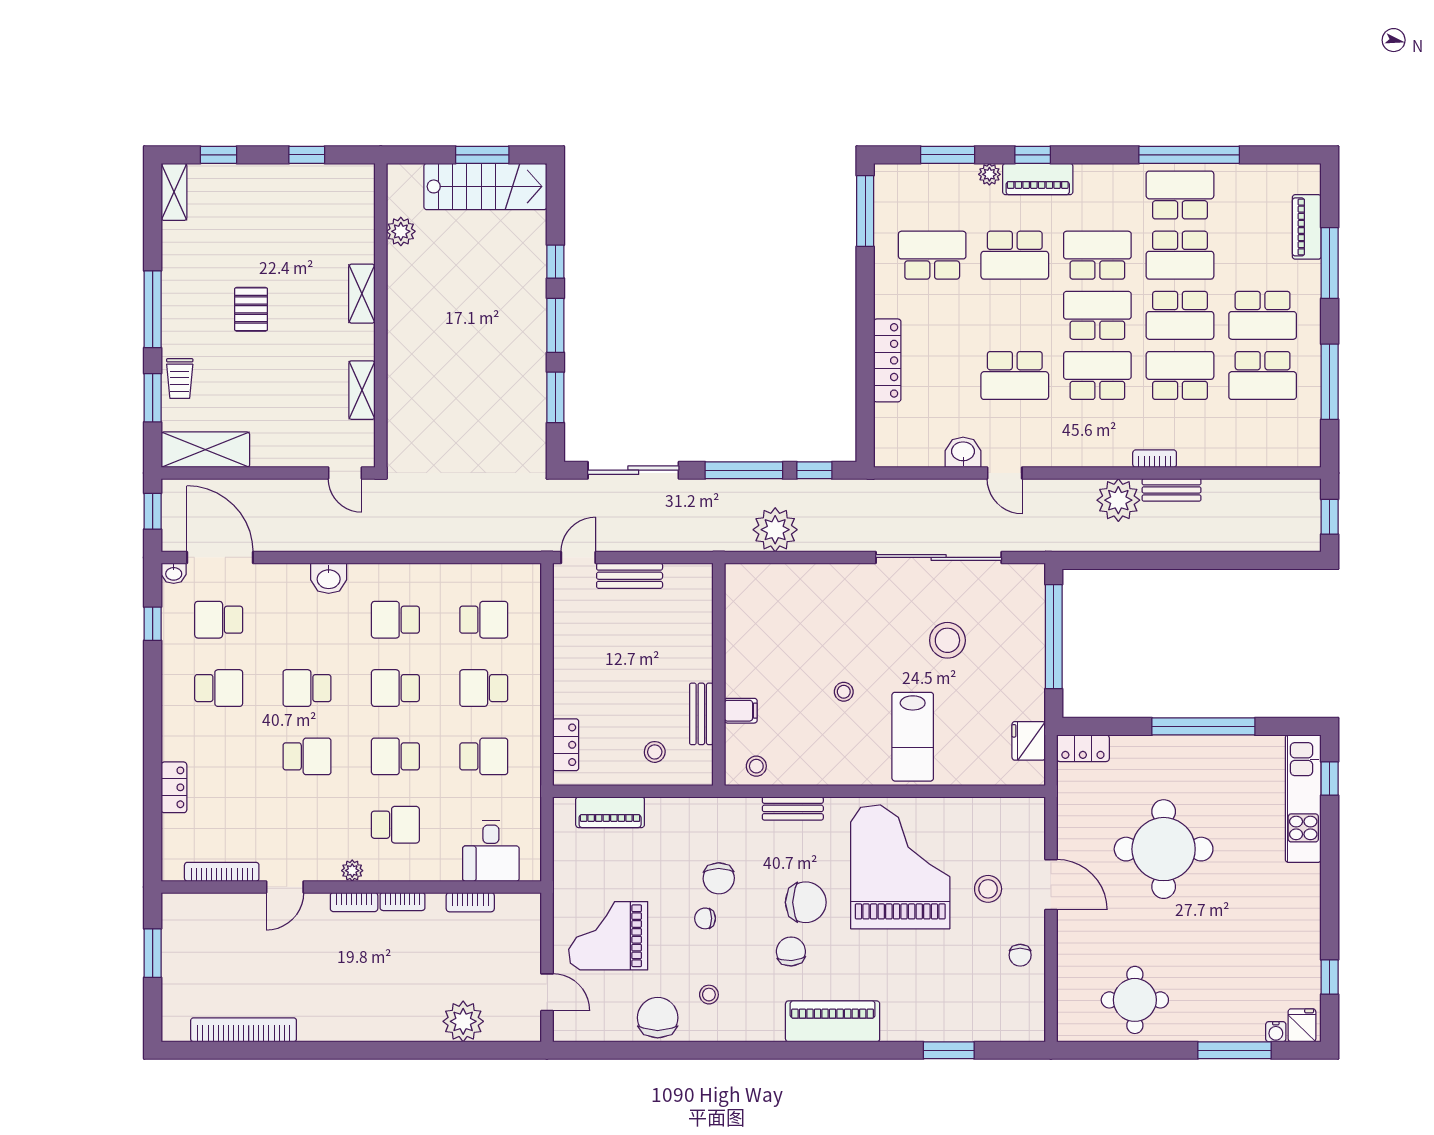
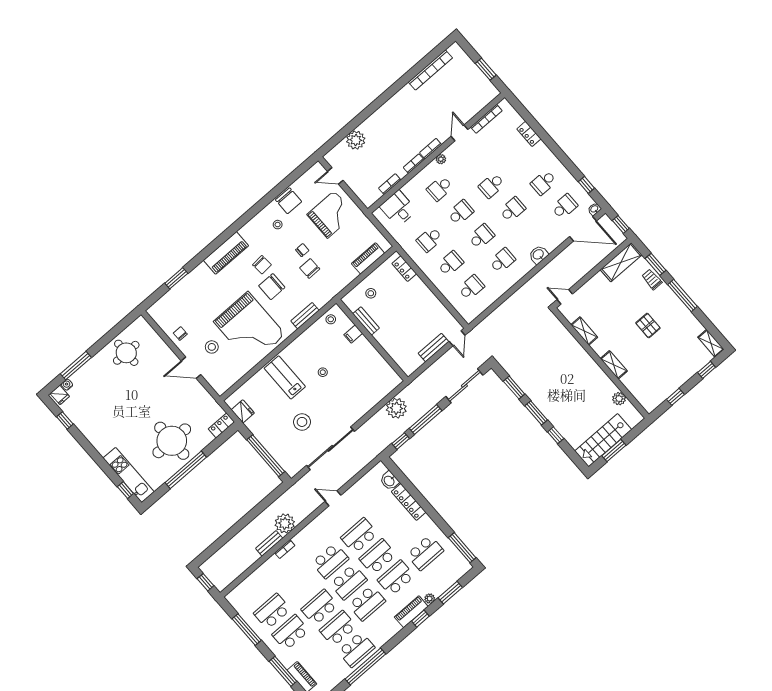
school desk: (1180, 376) -> (378, 557), moved, turned 180
washbasin: (963, 452) -> (389, 481), moved, turned 90
school desk: (484, 620) -> (471, 287), turned 180
round table: (1164, 849) -> (172, 441), moved

